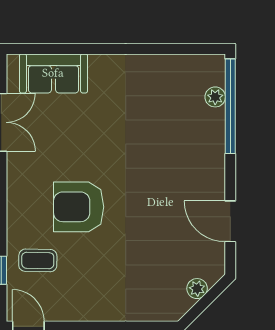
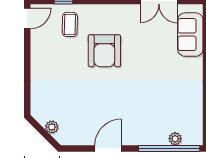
armchair: (79, 207) -> (104, 51), turned 180
door: (230, 221) -> (108, 148), moved

